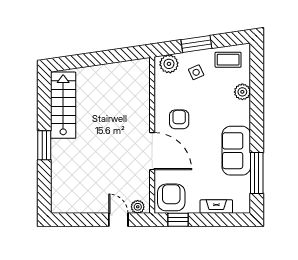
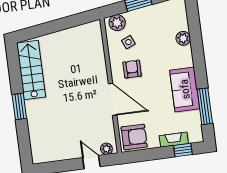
coffee table: (228, 60) -> (167, 12), removed
side table: (196, 72) -> (128, 42), moved
armchair: (171, 197) -> (134, 137), turned 90
window: (178, 220) -> (183, 150), moved

